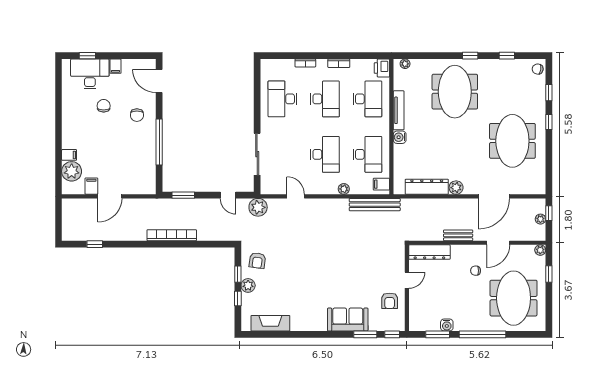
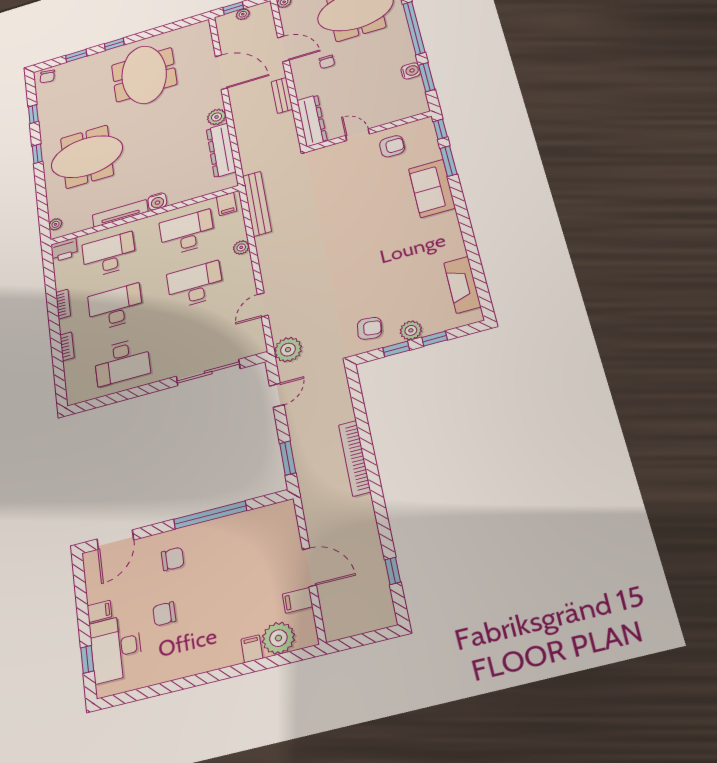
meeting table: (512, 141) -> (144, 75), turned 90

